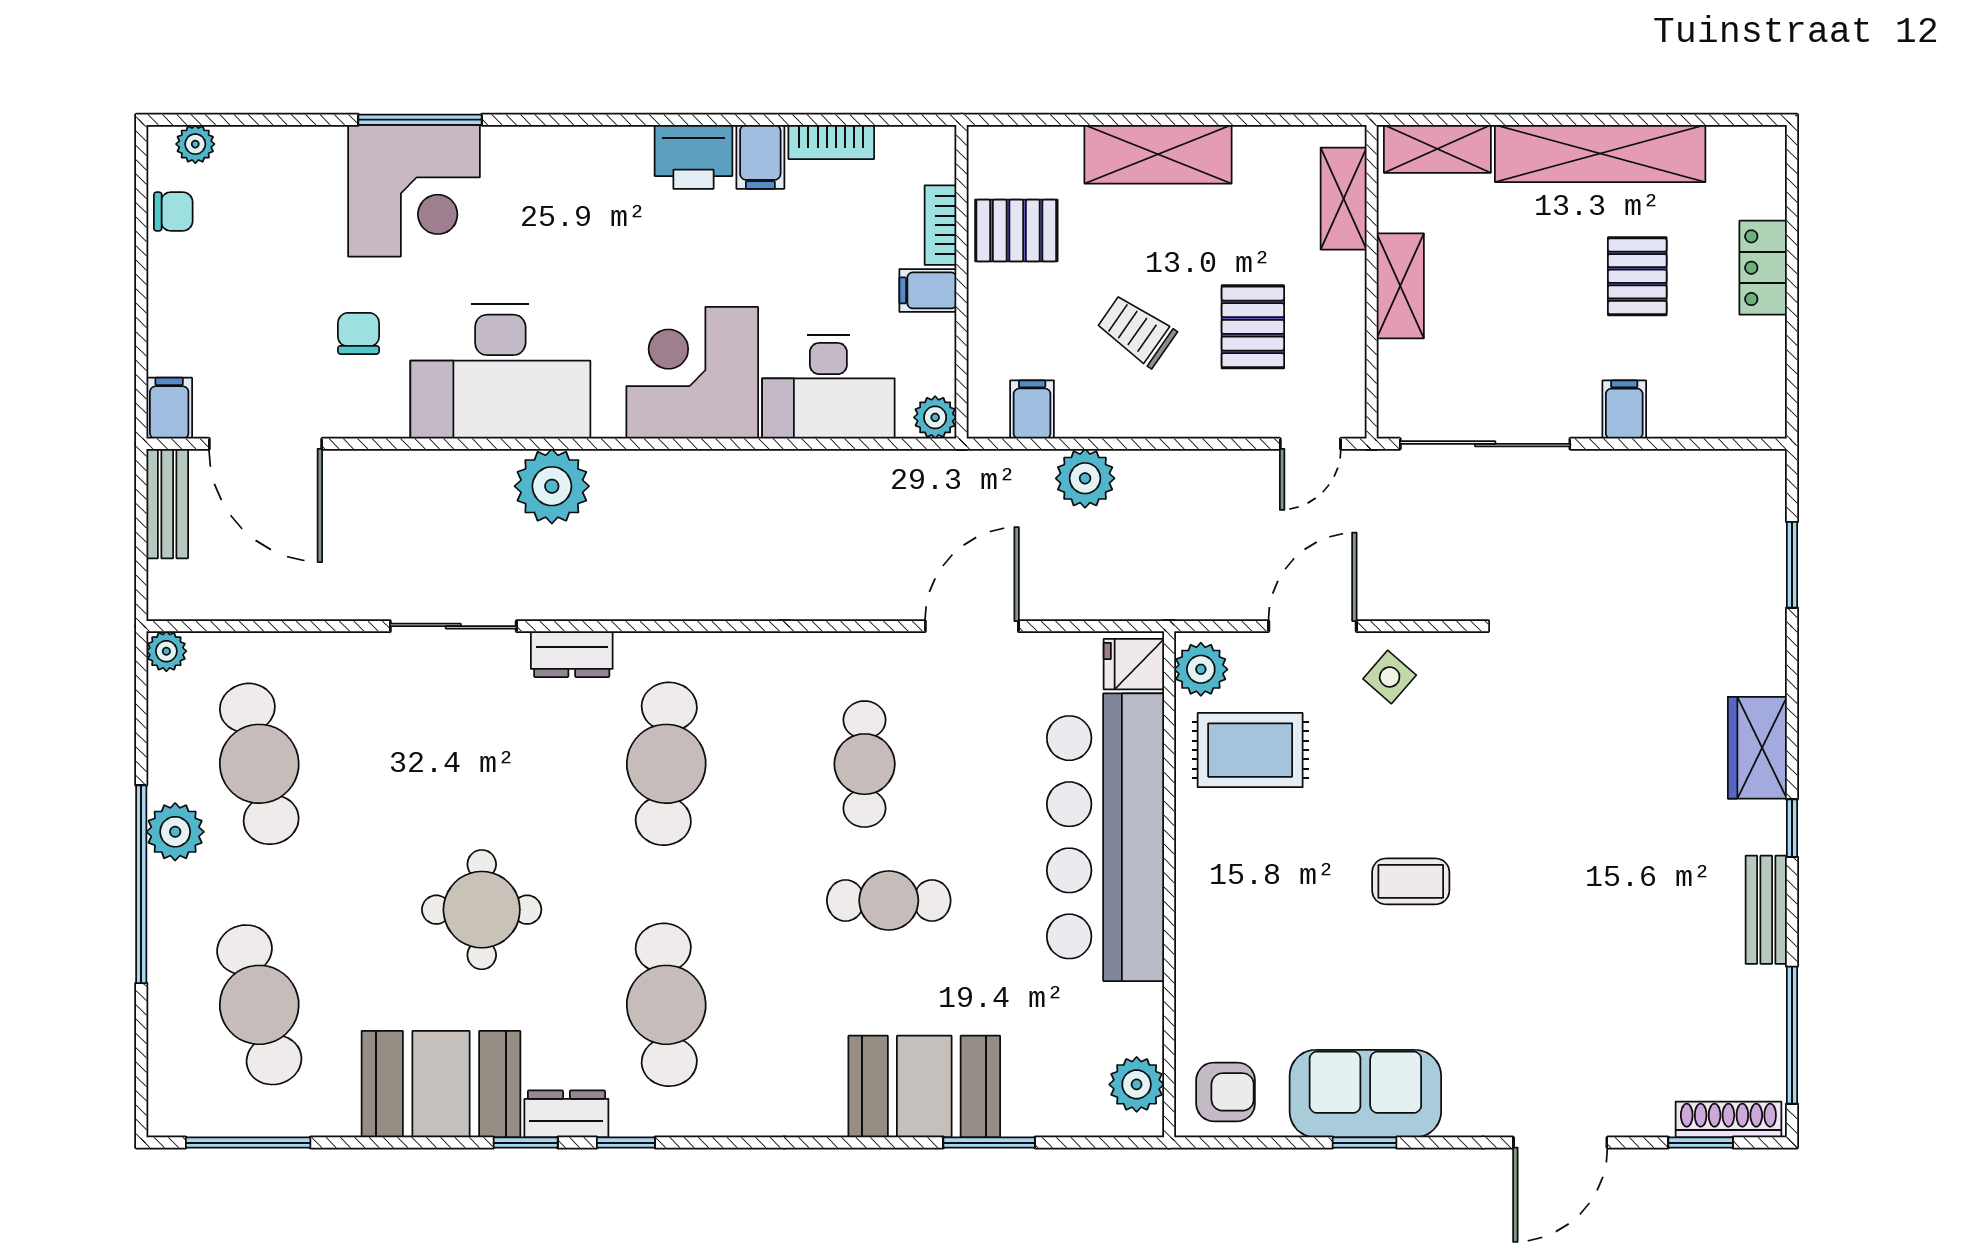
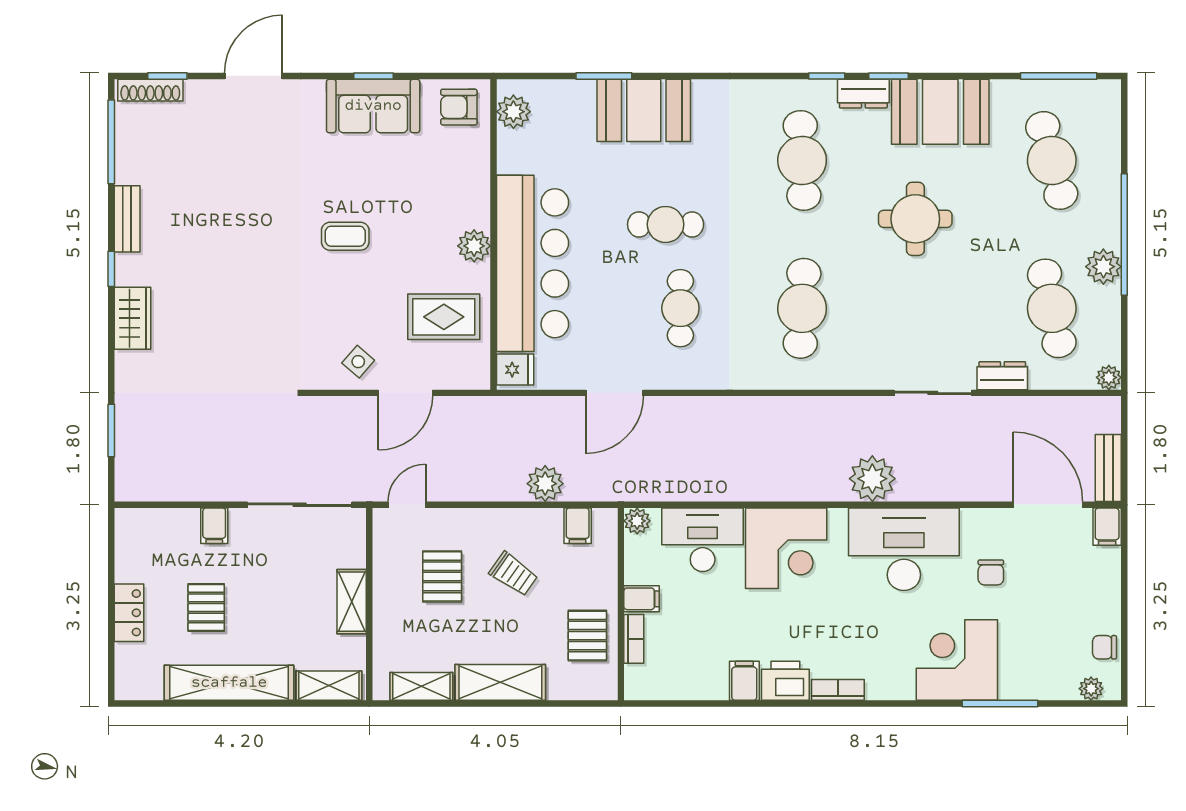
window: (420, 120) -> (1000, 704), moved
bookcase: (831, 142) -> (838, 690), moved
shelving: (1344, 199) -> (421, 686), moved, turned 90
pallet: (1016, 231) -> (587, 636), turned 90
dresser: (572, 654) -> (1002, 376), moved
plant: (1201, 669) -> (474, 246), moved

